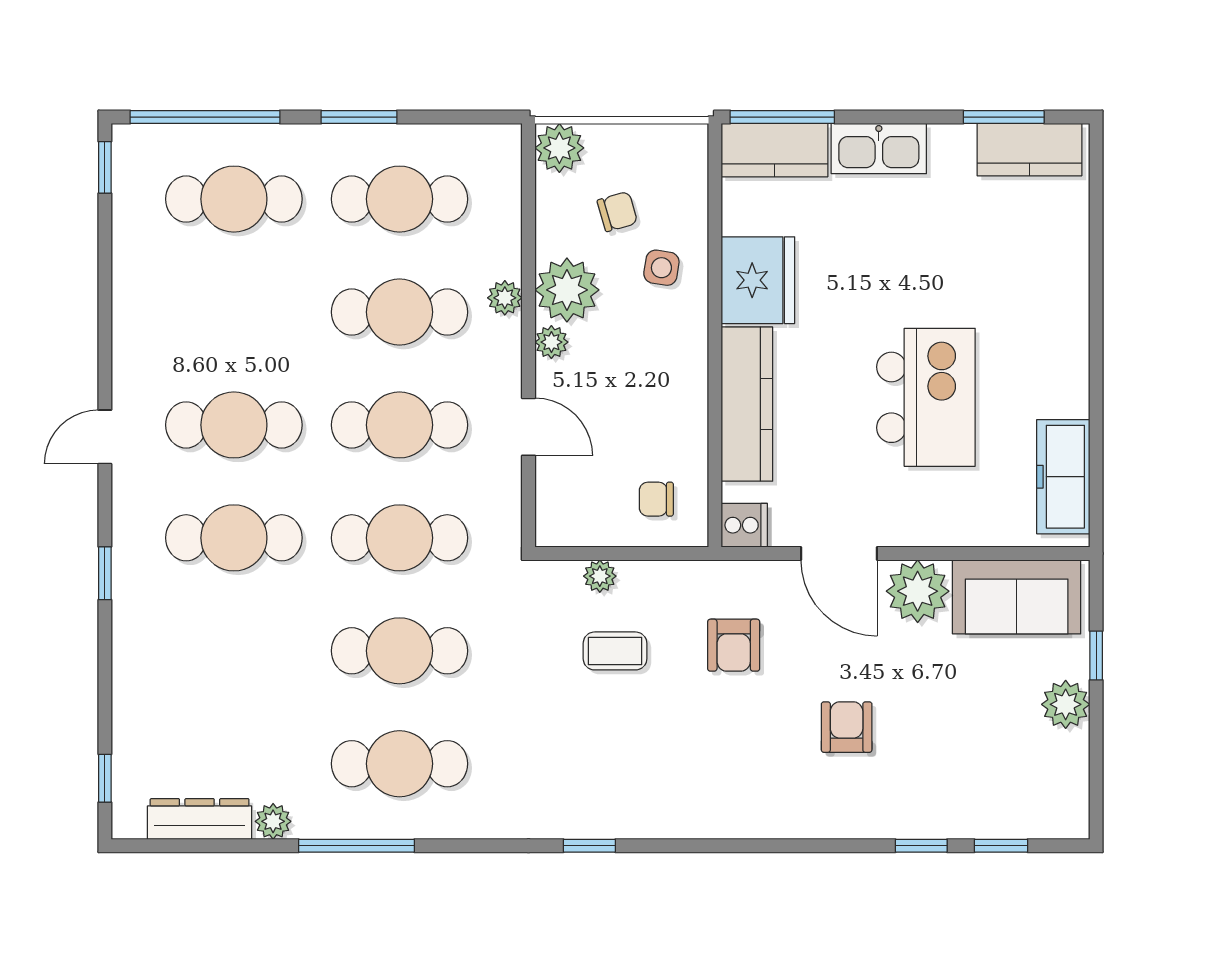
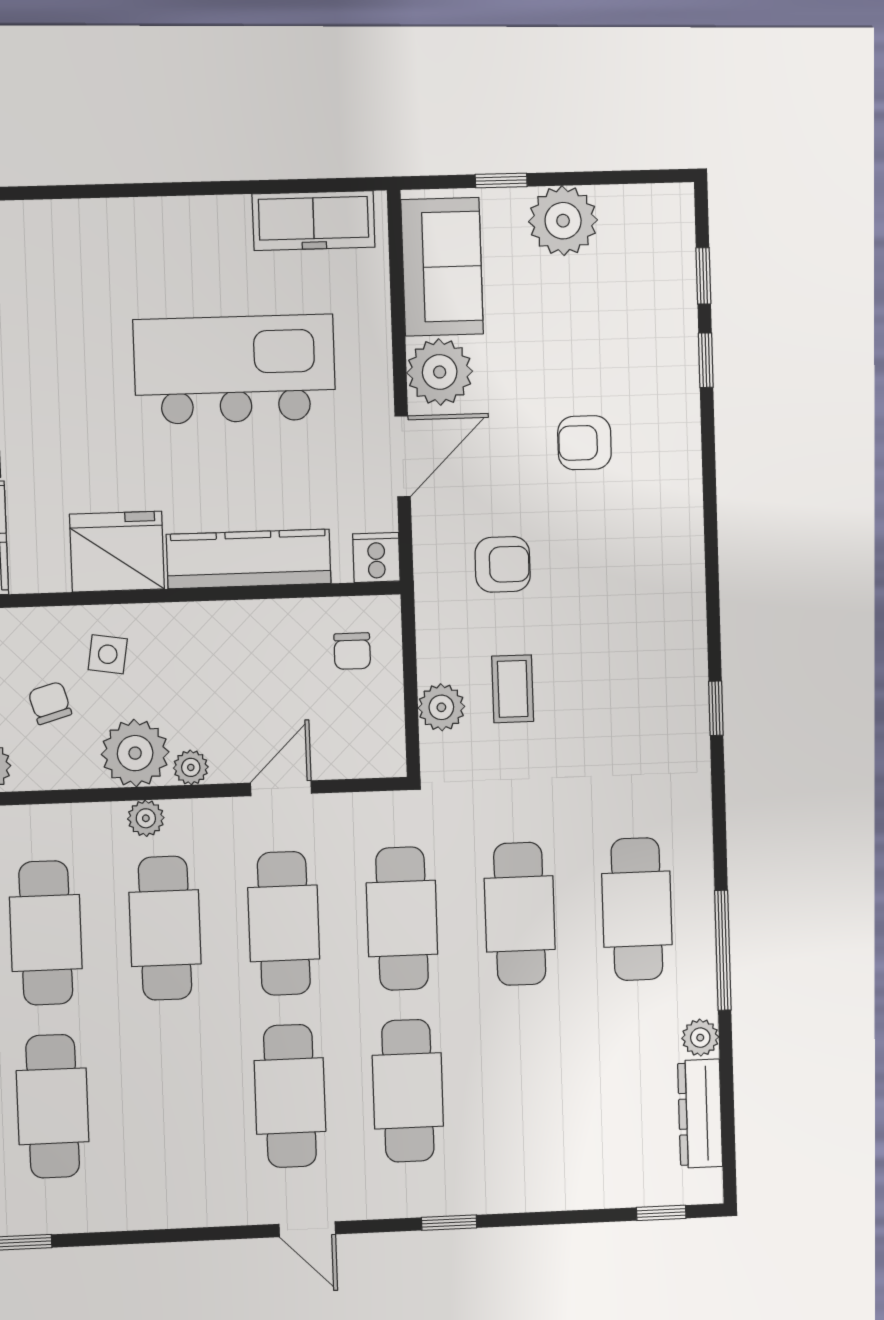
kitchen island: (926, 397) -> (235, 369), width x1.37
plant: (600, 576) -> (441, 707), width x1.38, depth x1.38
plant: (1066, 704) -> (563, 221), width x1.36, depth x1.36

